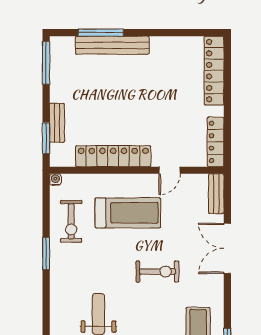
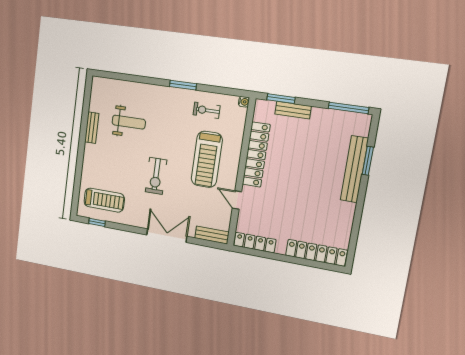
window: (101, 33) -> (368, 161), width x0.69
exercise bike: (71, 221) -> (207, 110), width x0.73, depth x0.72

